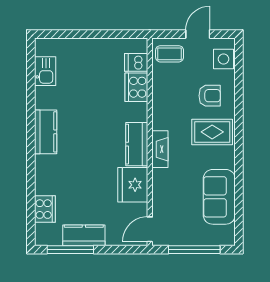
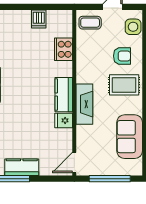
dishwasher: (136, 62) -> (39, 19), moved, turned -90
fireplace: (160, 149) -> (84, 104), width x1.37, depth x1.32
fridge: (133, 185) -> (64, 120), width x0.53, depth x0.75

